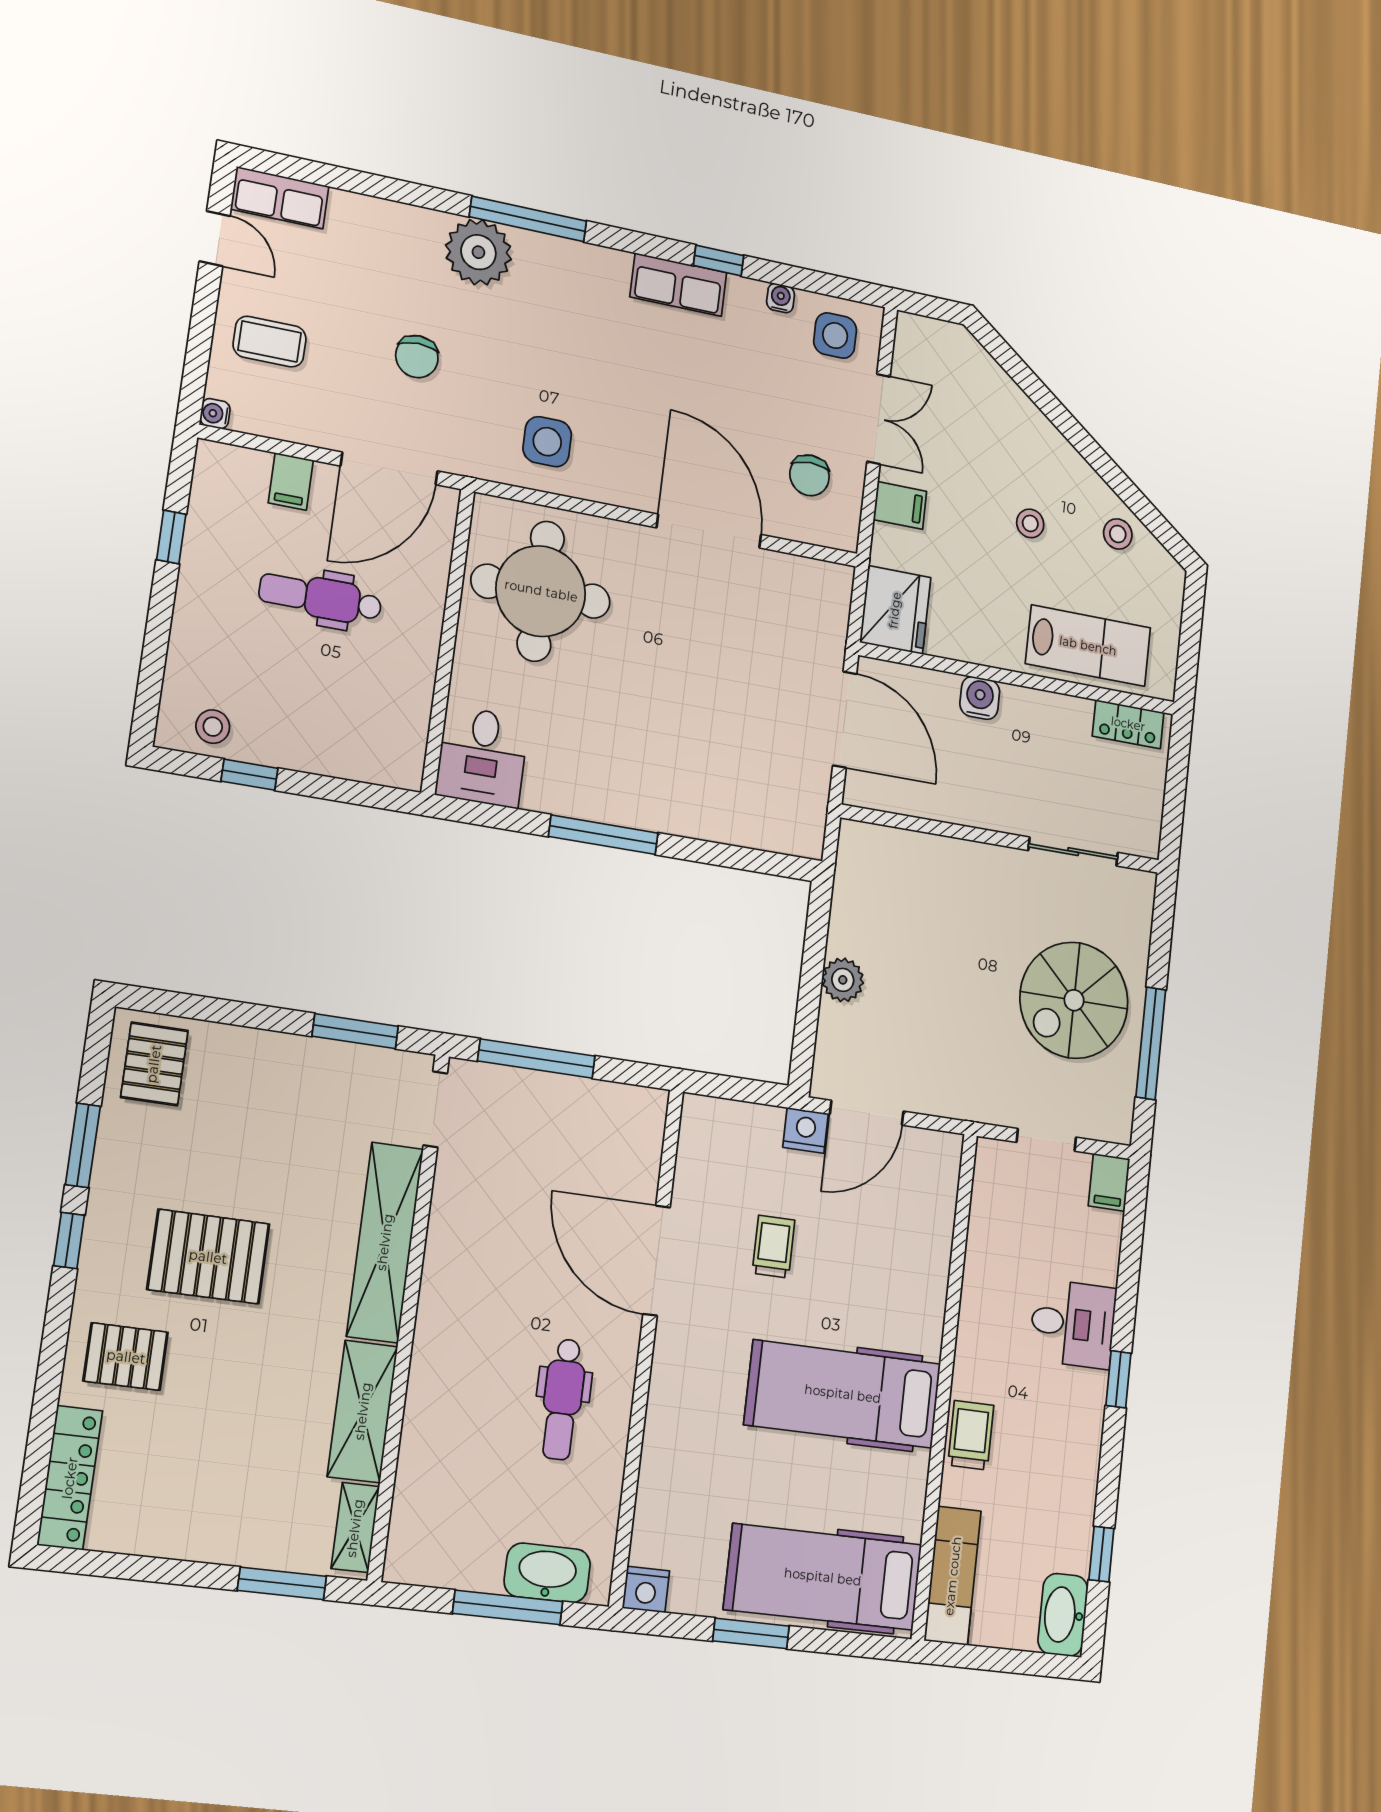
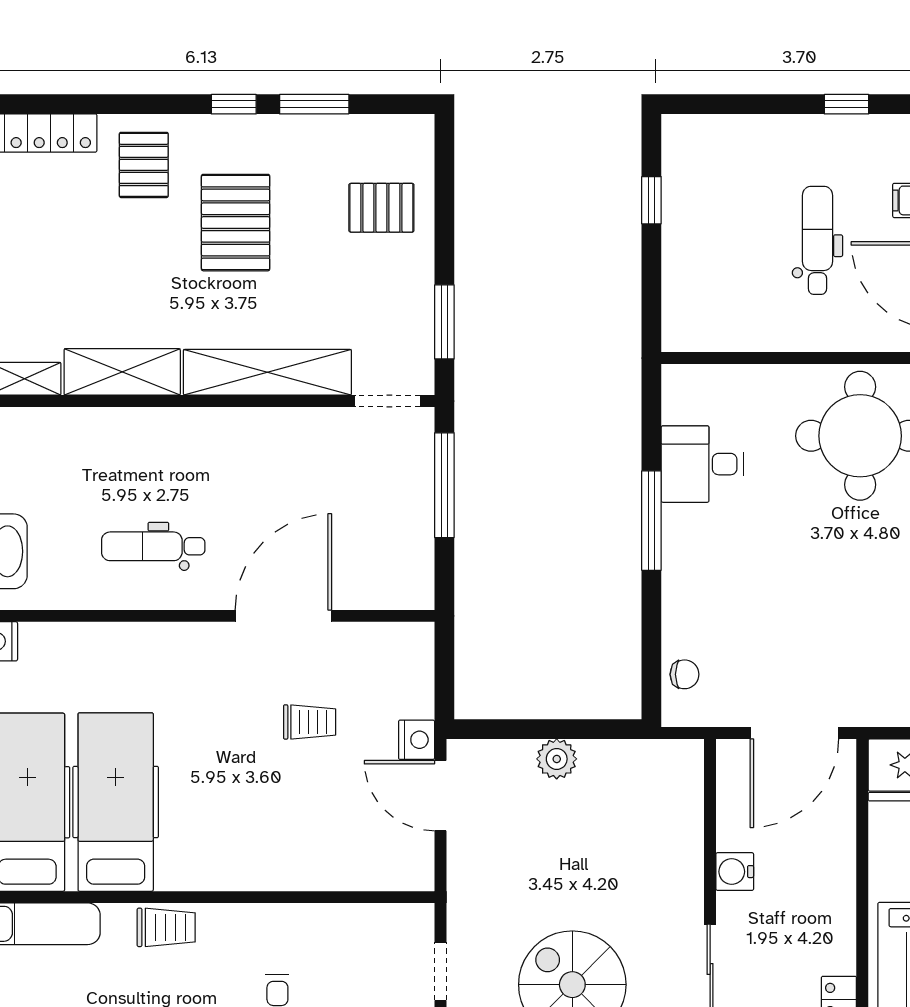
water cooler: (980, 698) -> (735, 872), moved, turned 180
stool: (213, 727) -> (688, 163), removed
desk: (482, 757) -> (702, 464), moved
chair: (770, 827) -> (685, 674), added
pallet: (154, 1064) -> (381, 208), moved
hospital bed: (843, 1394) -> (116, 802), moved

